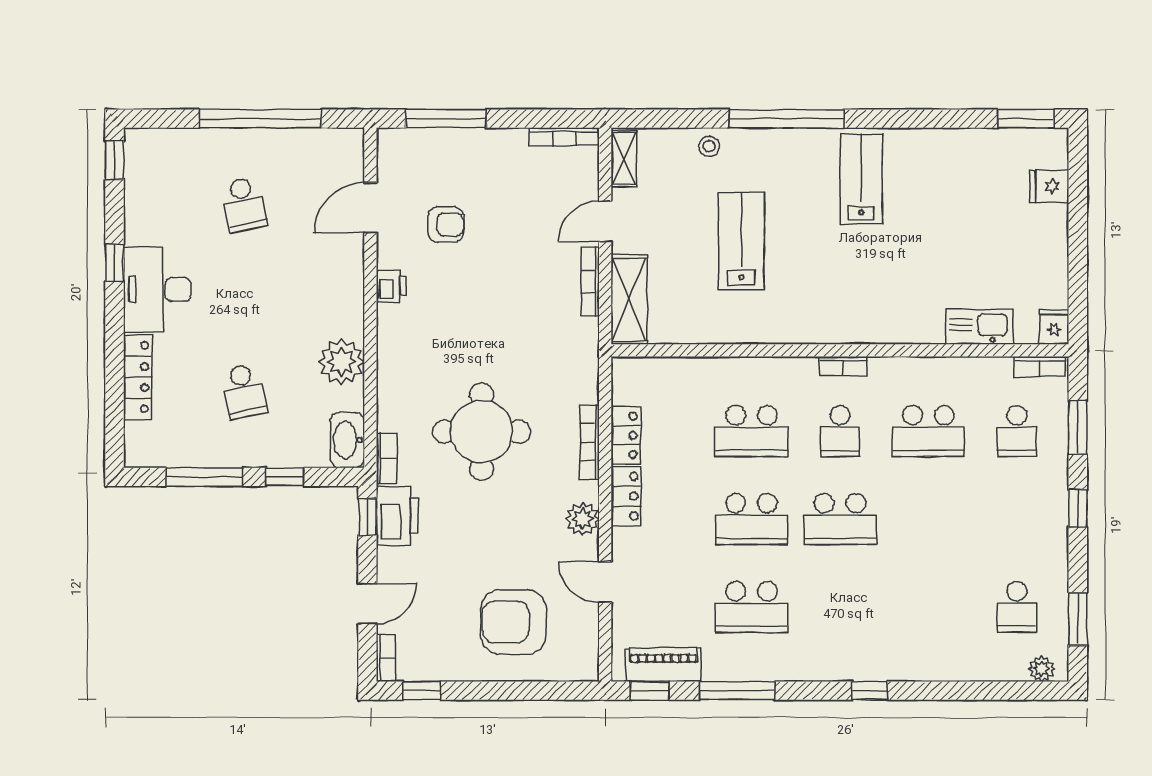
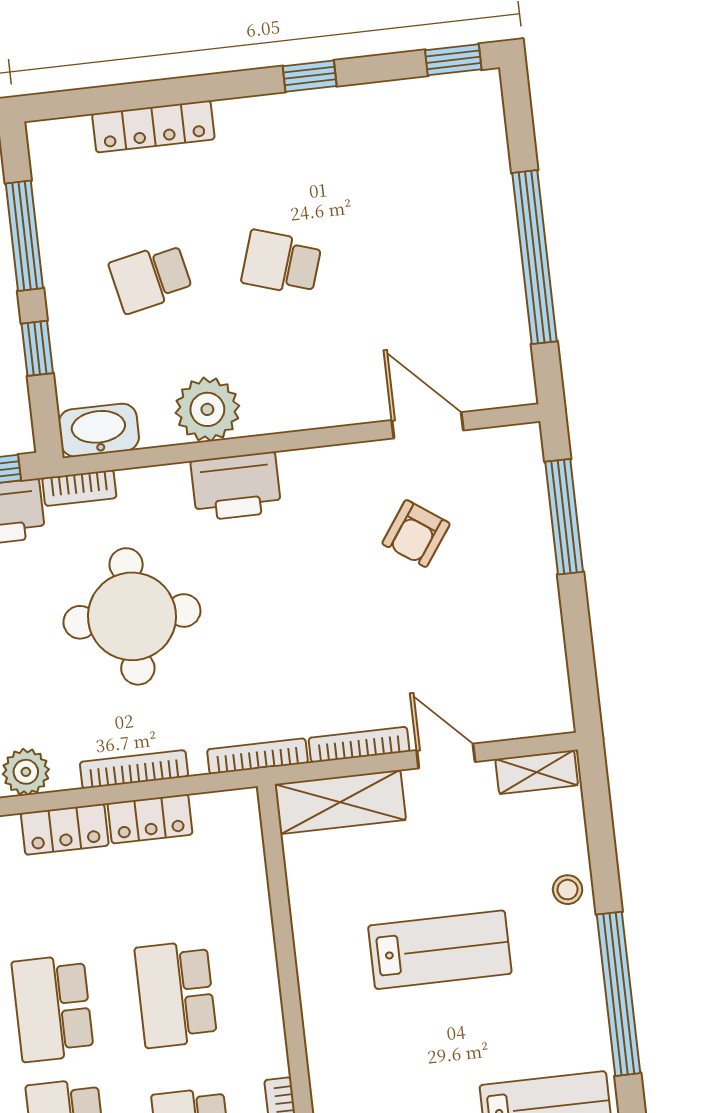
bookcase: (564, 137) -> (257, 756), moved, turned 90
school desk: (244, 204) -> (281, 263), moved, turned 30
armchair: (446, 225) -> (416, 534), turned 35
printer: (391, 286) -> (236, 486), moved, width x1.87, depth x1.48
desk: (157, 290) -> (279, 140), removed

